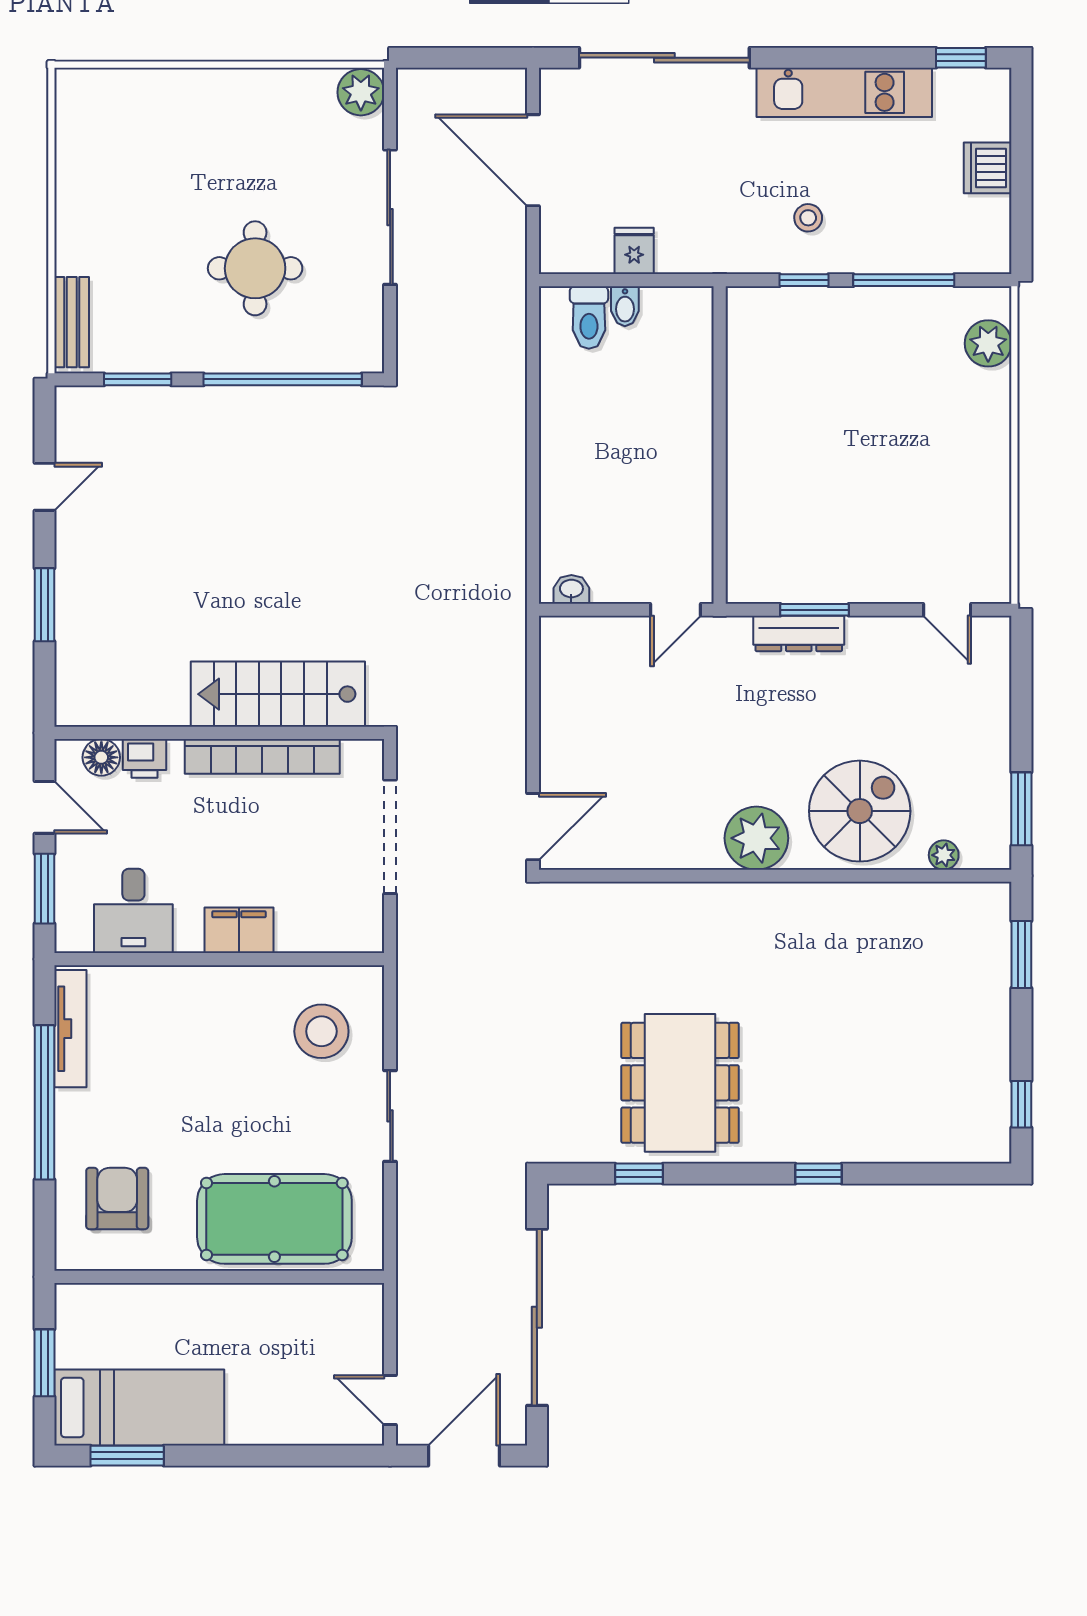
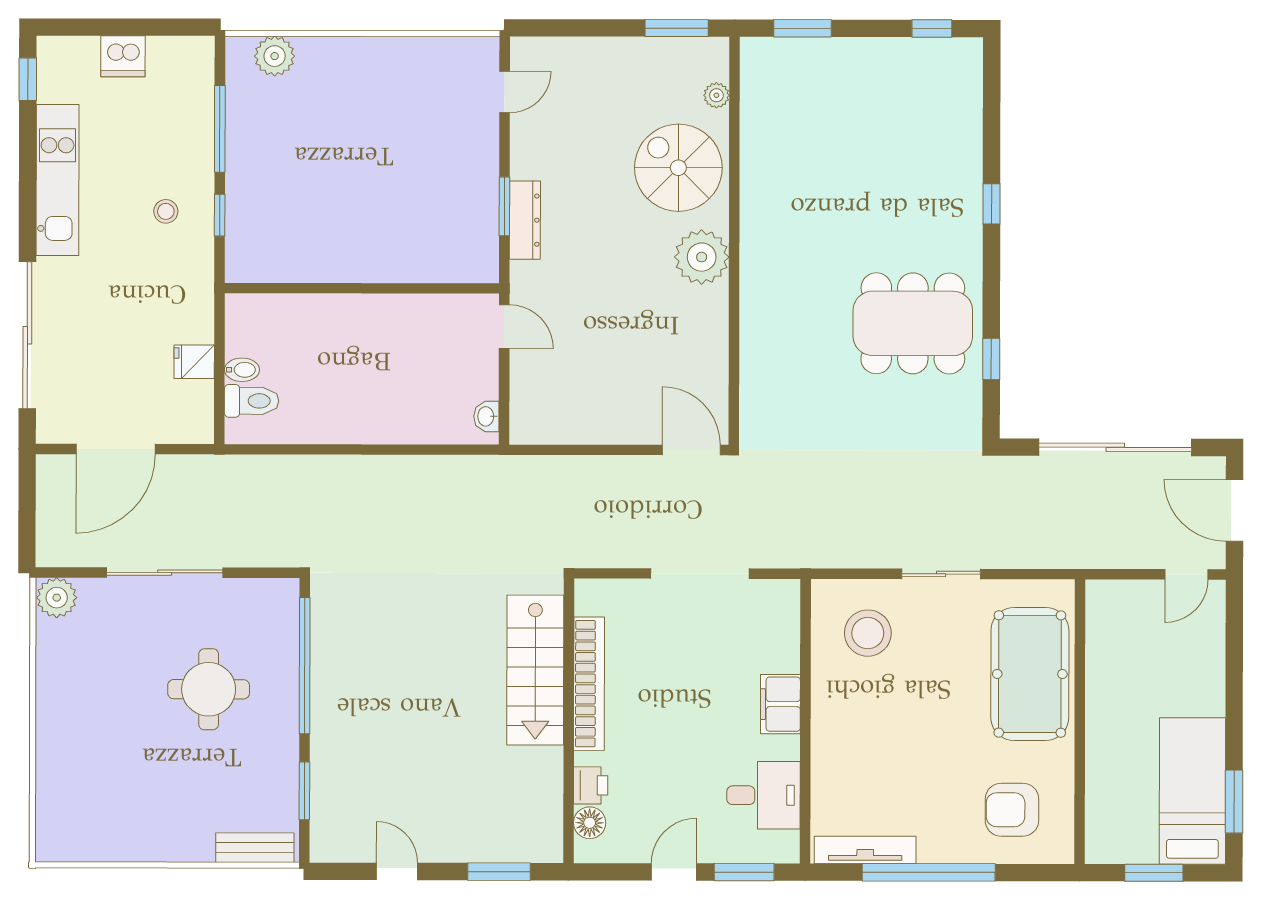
stairs: (278, 694) -> (535, 670), moved
wall: (219, 733) -> (569, 721), moved
bookcase: (262, 756) -> (589, 684), moved
floor lamp: (101, 757) -> (590, 823), moved
printer: (145, 758) -> (591, 785), moved

